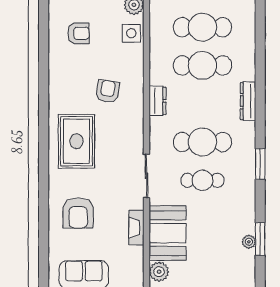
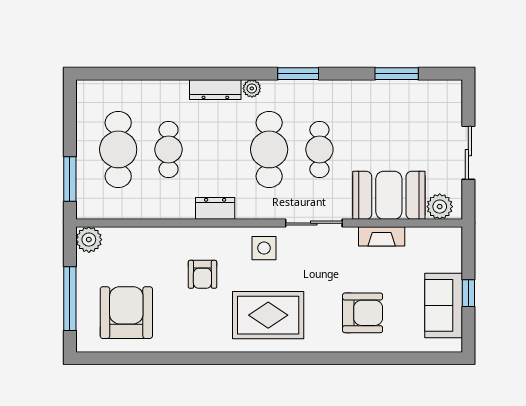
armchair: (78, 33) -> (126, 313), width x1.88, depth x1.88
side table: (131, 33) -> (264, 248), moved
cafe table: (202, 65) -> (169, 149), width x0.73, depth x0.74
armchair: (108, 91) -> (202, 274), turned -99
plant: (249, 242) -> (252, 88), moved

